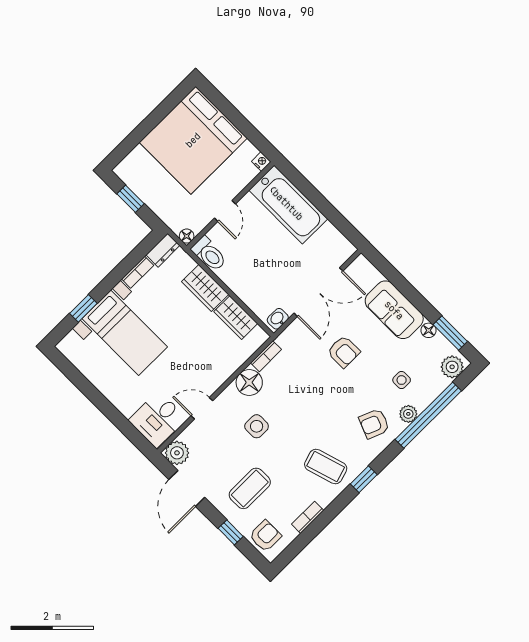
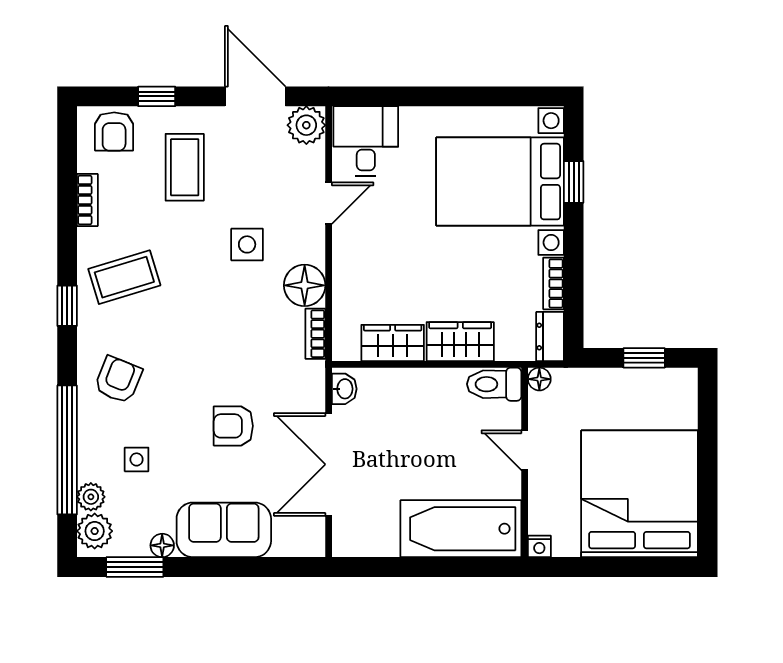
bed with nightstands: (125, 333) -> (500, 182), width x1.36
plant: (408, 414) -> (91, 497), moved

